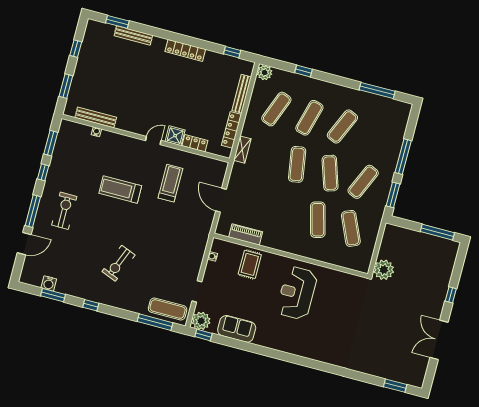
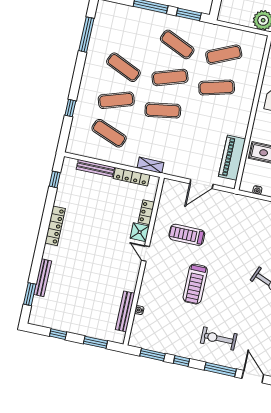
plant: (265, 73) -> (74, 147), removed
exercise mat: (309, 118) -> (116, 100), turned -33
piano: (246, 234) -> (232, 158), width x1.37, depth x1.33

